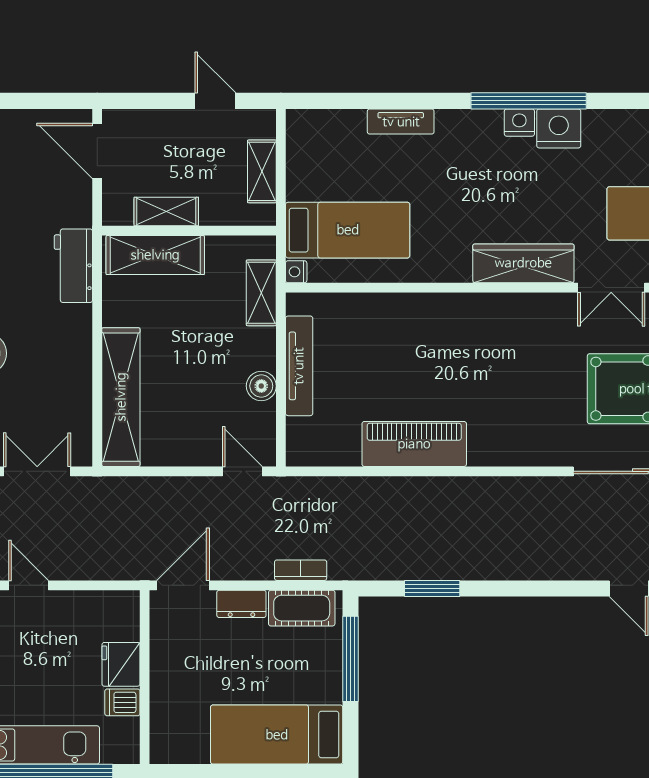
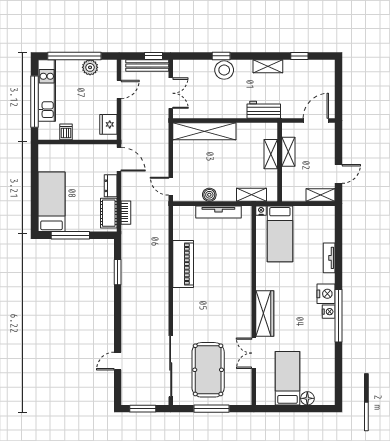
nightstand: (559, 128) -> (326, 294), moved
shelving: (262, 171) -> (321, 195), moved
shelving: (155, 255) -> (271, 154), width x0.67, depth x0.75
door: (242, 471) -> (171, 186), swing flipped
window: (351, 659) -> (70, 235), moved
fridge: (121, 664) -> (108, 124), moved, turned -90

